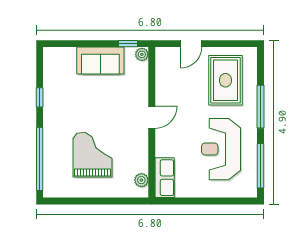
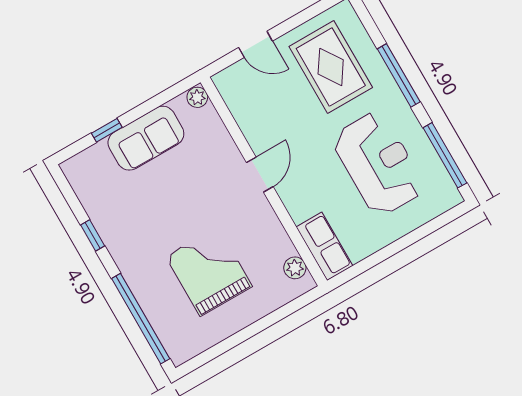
window: (128, 44) -> (107, 130), moved
door: (191, 44) -> (256, 44), hinge flipped
reception desk: (221, 149) -> (378, 164), turned 180

